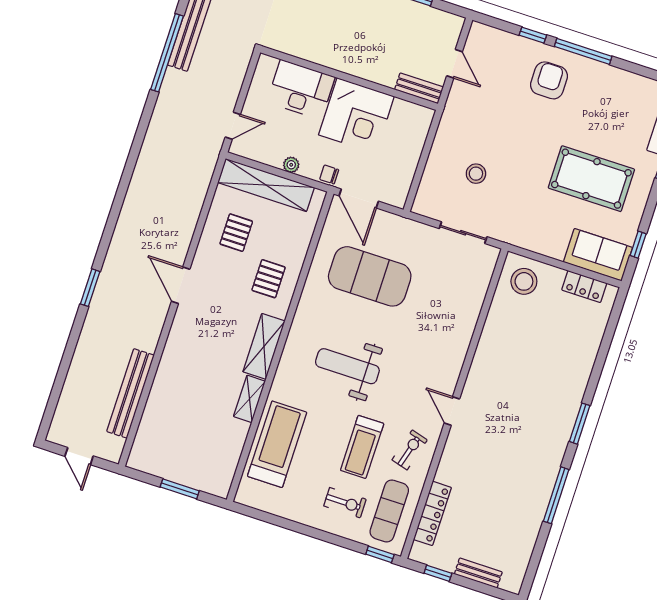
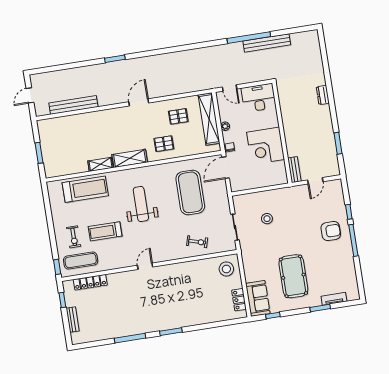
desk: (301, 90) -> (259, 98), moved, turned -90
exercise bike: (410, 450) -> (197, 242), moved

